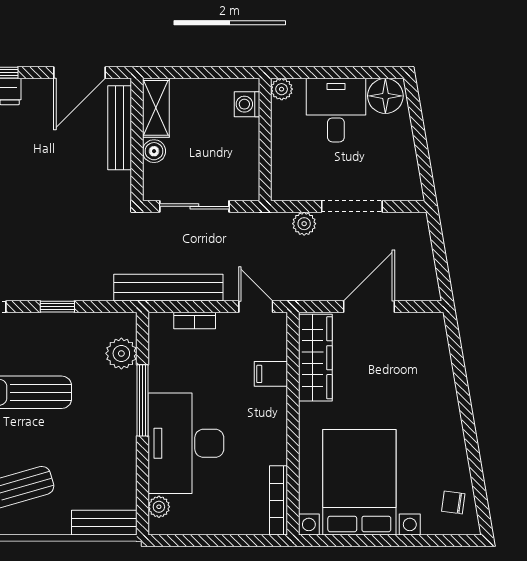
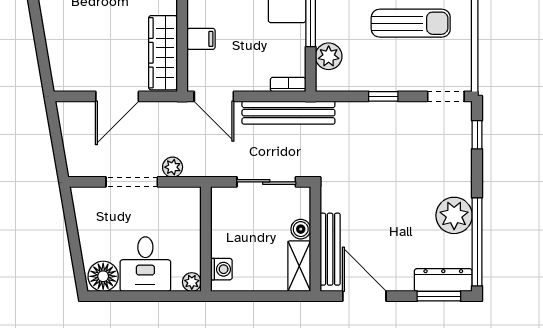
door: (79, 73) -> (364, 296), hinge flipped
door: (256, 307) -> (214, 96), width x1.37
bookcase: (195, 321) -> (288, 84), moved

